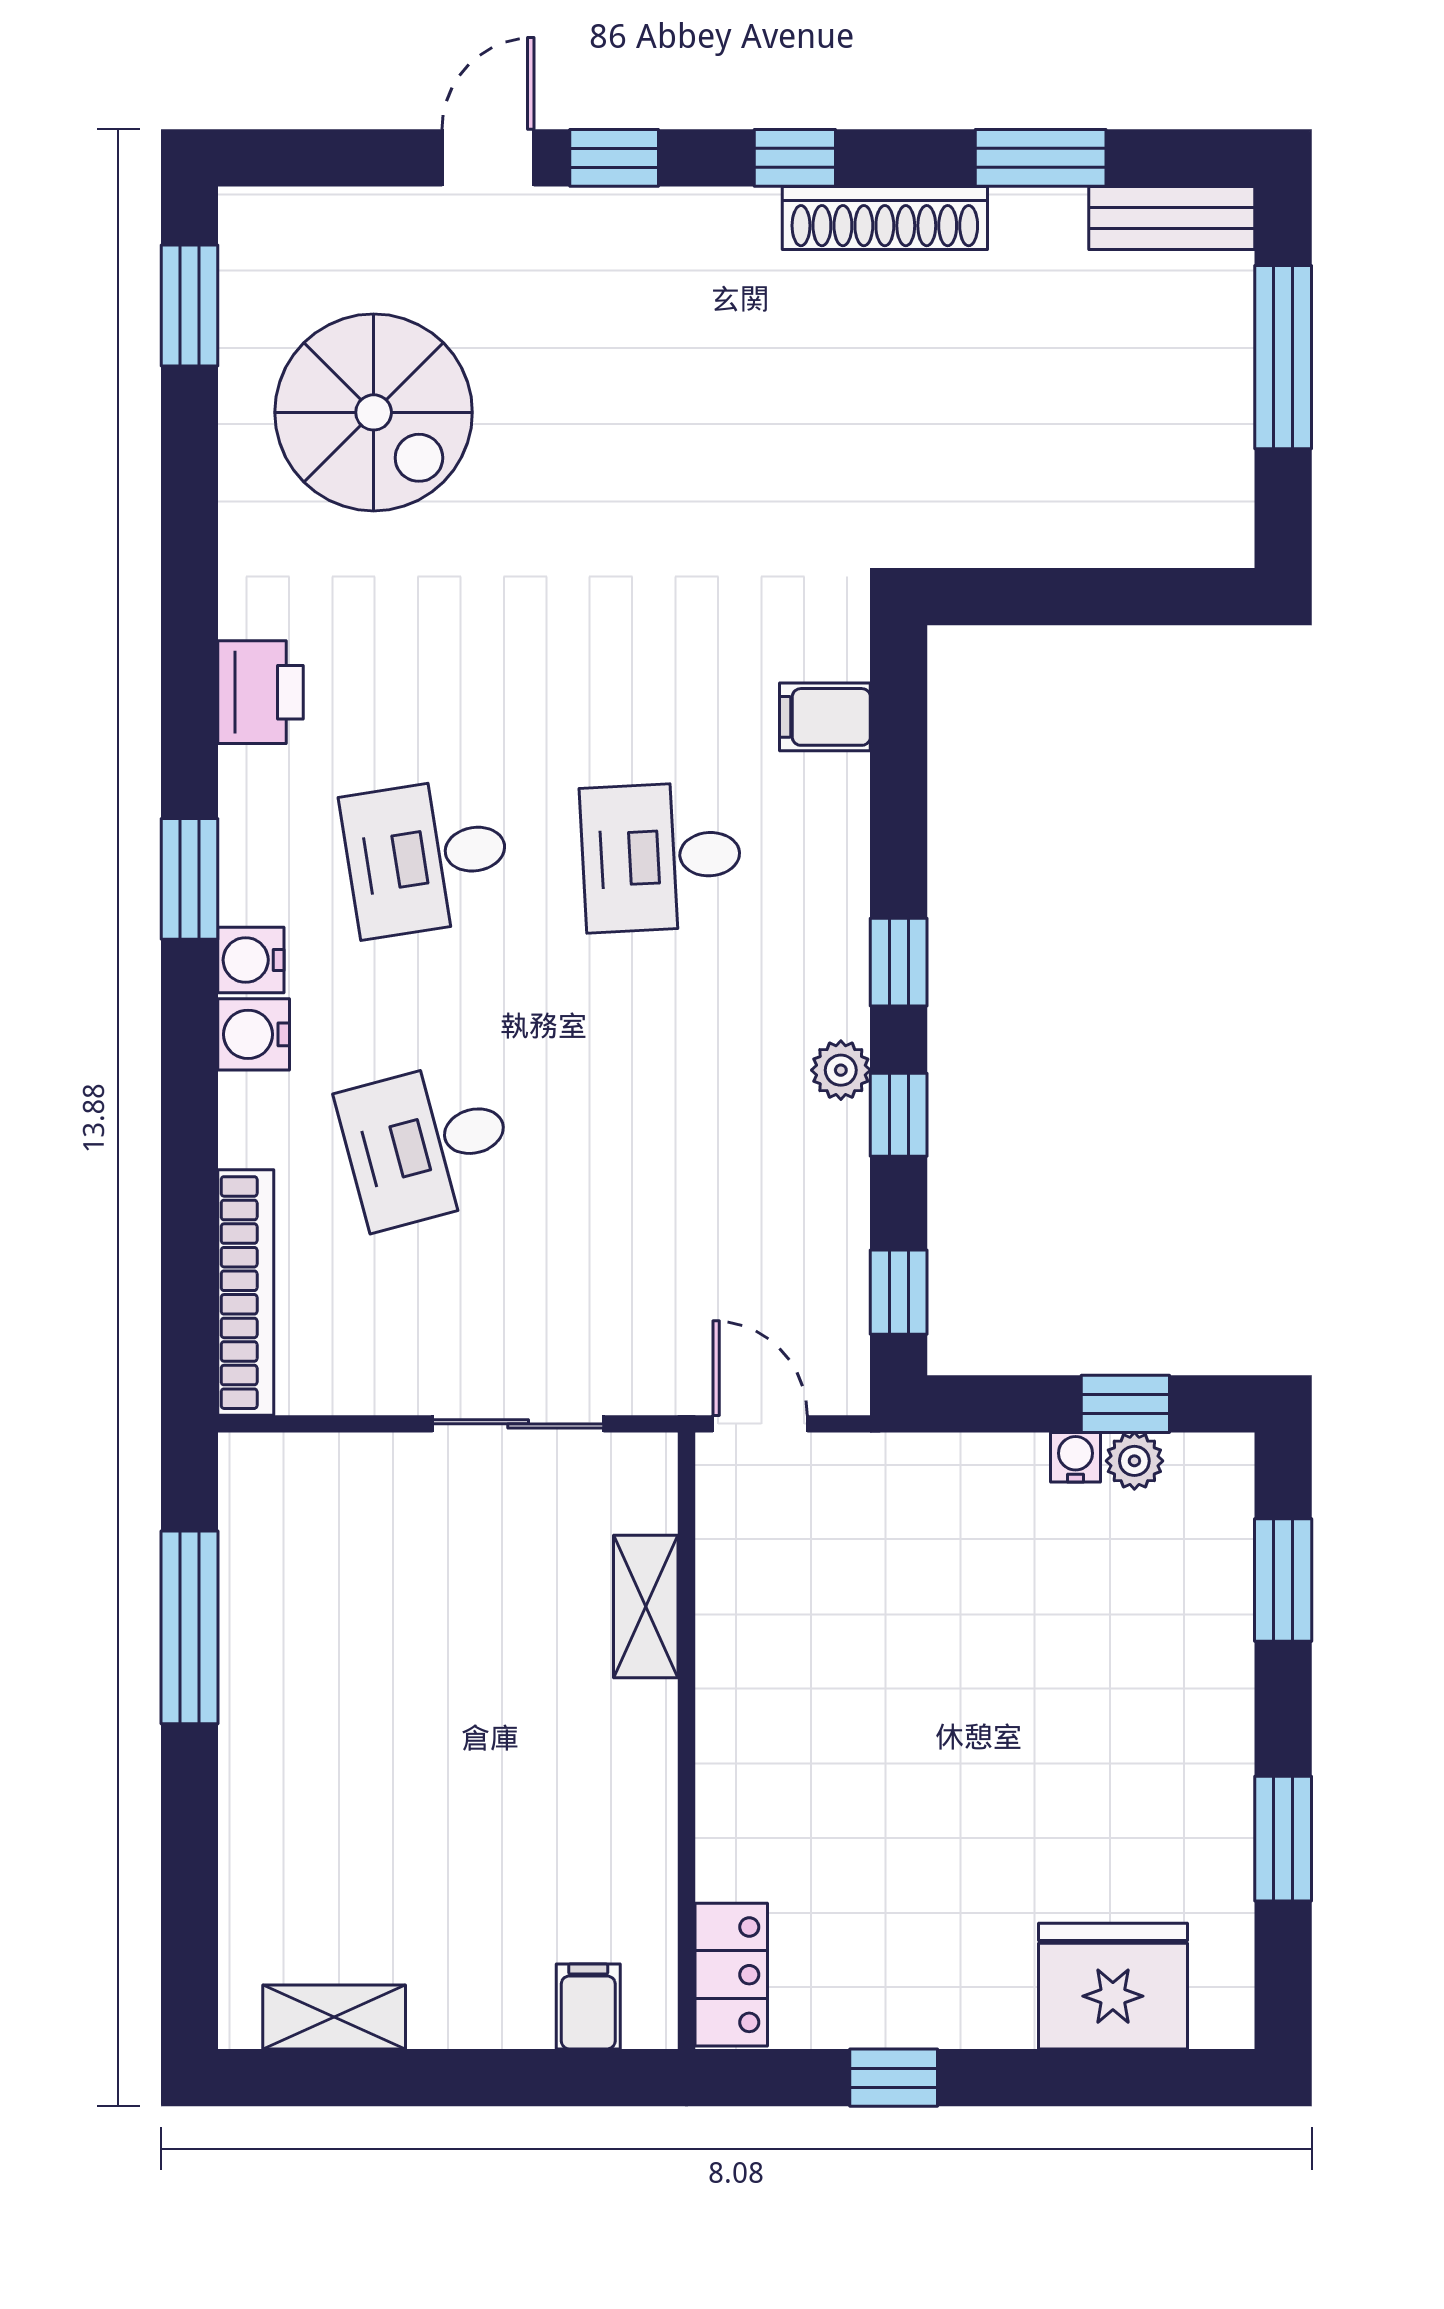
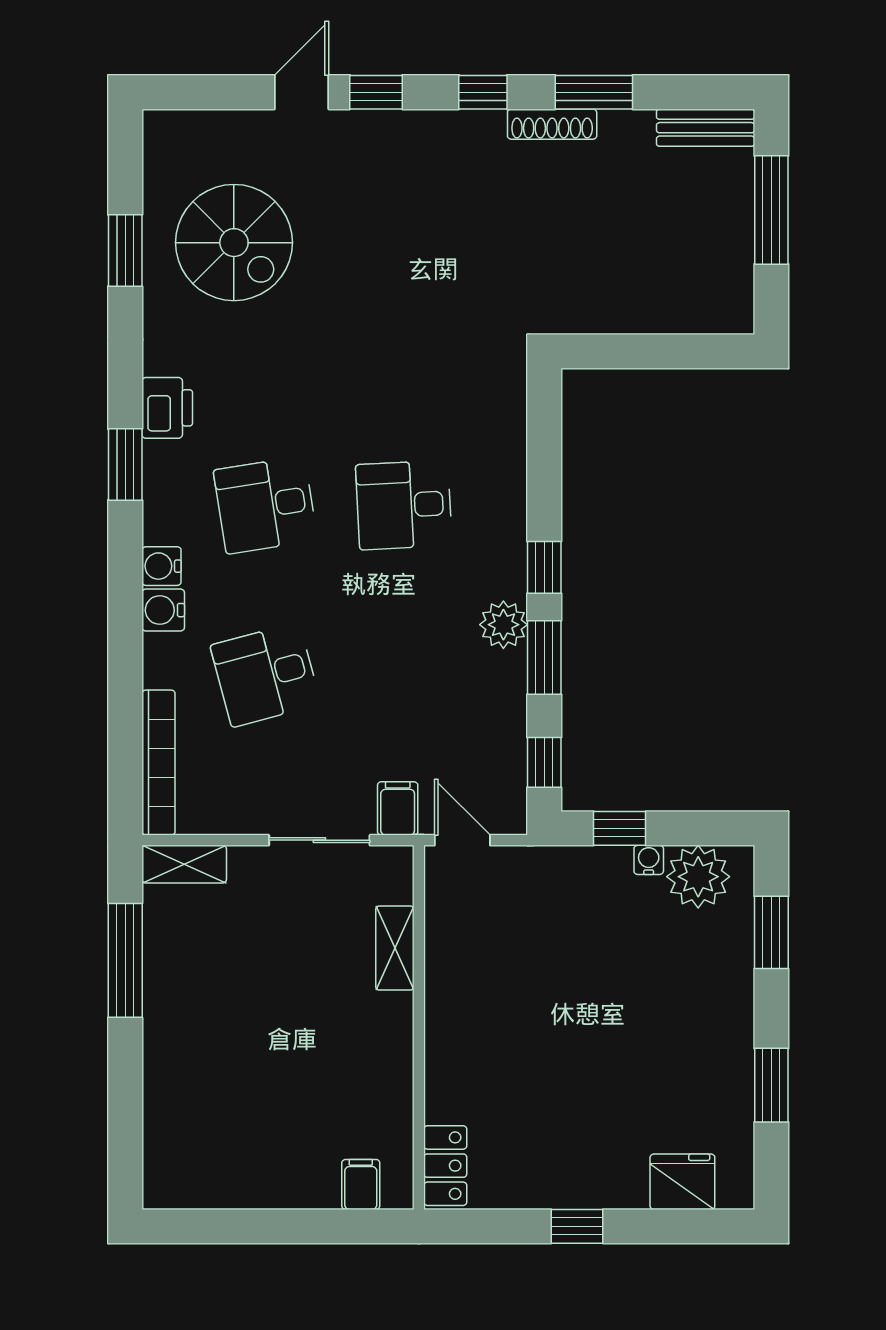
window: (1041, 158) -> (594, 92), moved
shoe rack: (885, 218) -> (552, 124), width x0.74, depth x0.81
window: (189, 305) -> (125, 251), moved
filing cabinet: (825, 717) -> (398, 808), moved, turned 90
window: (189, 879) -> (125, 464), moved
plant: (841, 1070) -> (503, 625), width x1.38, depth x1.38
window: (899, 1115) -> (544, 657), width x1.50
window: (1125, 1404) -> (620, 828), moved
plant: (1134, 1461) -> (698, 877), width x1.88, depth x1.88
fridge: (1113, 1986) -> (682, 1182), width x0.73, depth x0.75
shelving: (334, 2017) -> (184, 864), moved
window: (894, 2078) -> (577, 1226), moved

